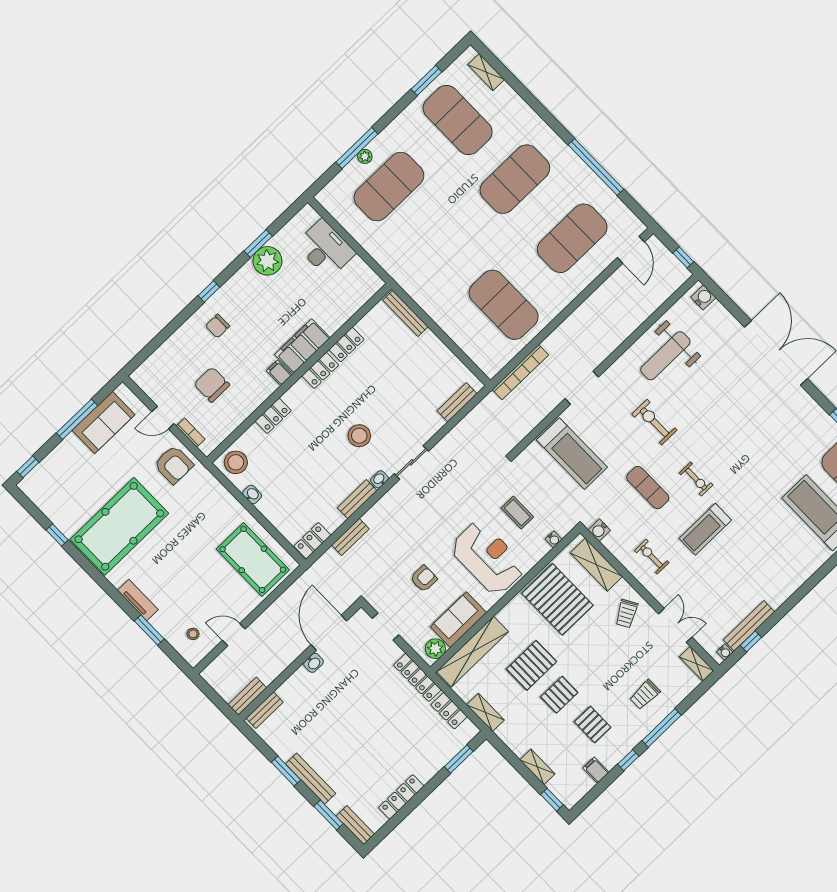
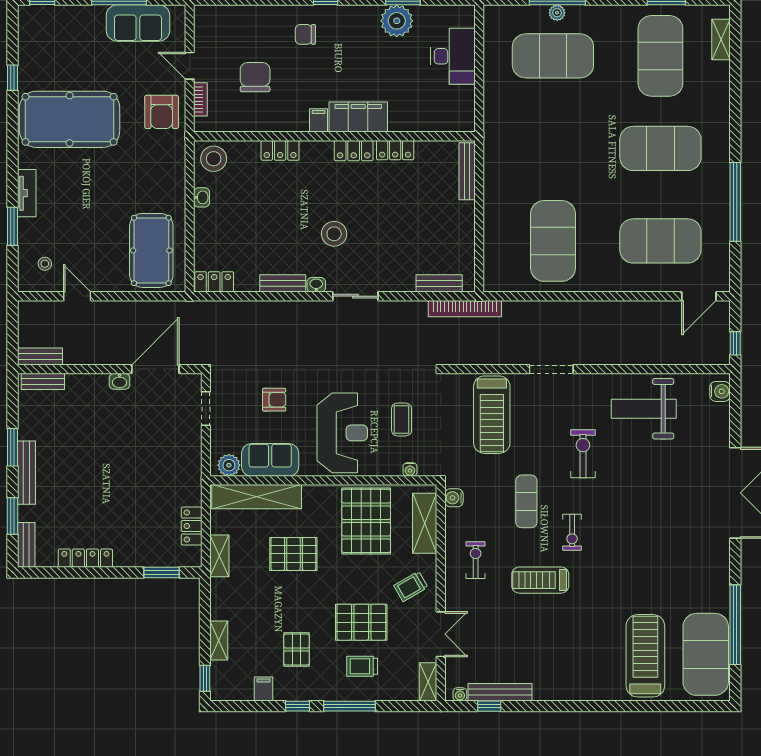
bookcase: (520, 372) -> (465, 309), moved
bench: (350, 537) -> (248, 309), removed
locker: (417, 677) -> (192, 474), removed
pallet: (559, 695) -> (361, 622), moved, width x1.50, depth x1.42

